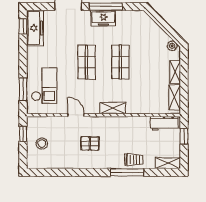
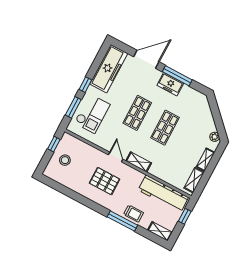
window: (23, 26) -> (85, 85), moved
freezer: (35, 28) -> (109, 69), width x1.36, depth x1.26
door: (76, 115) -> (116, 157), moved
workbench: (164, 123) -> (163, 194), width x1.88, depth x1.32
pallet: (90, 143) -> (105, 181), width x1.50, depth x1.42

